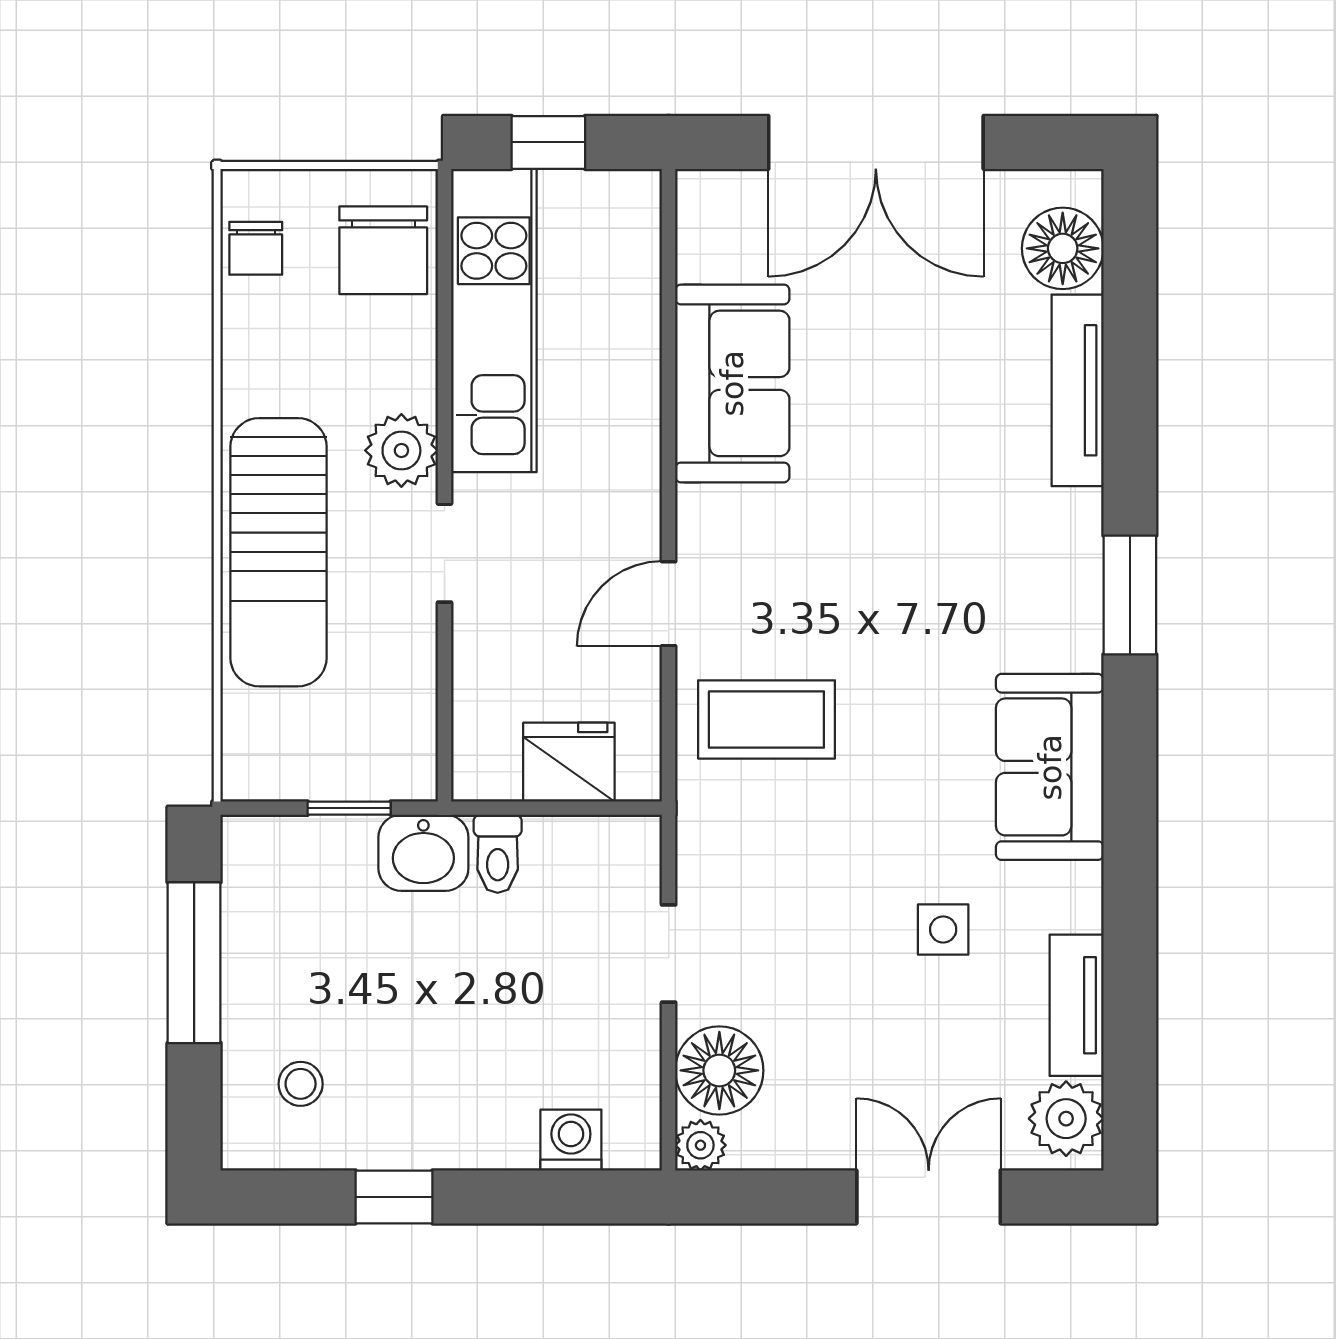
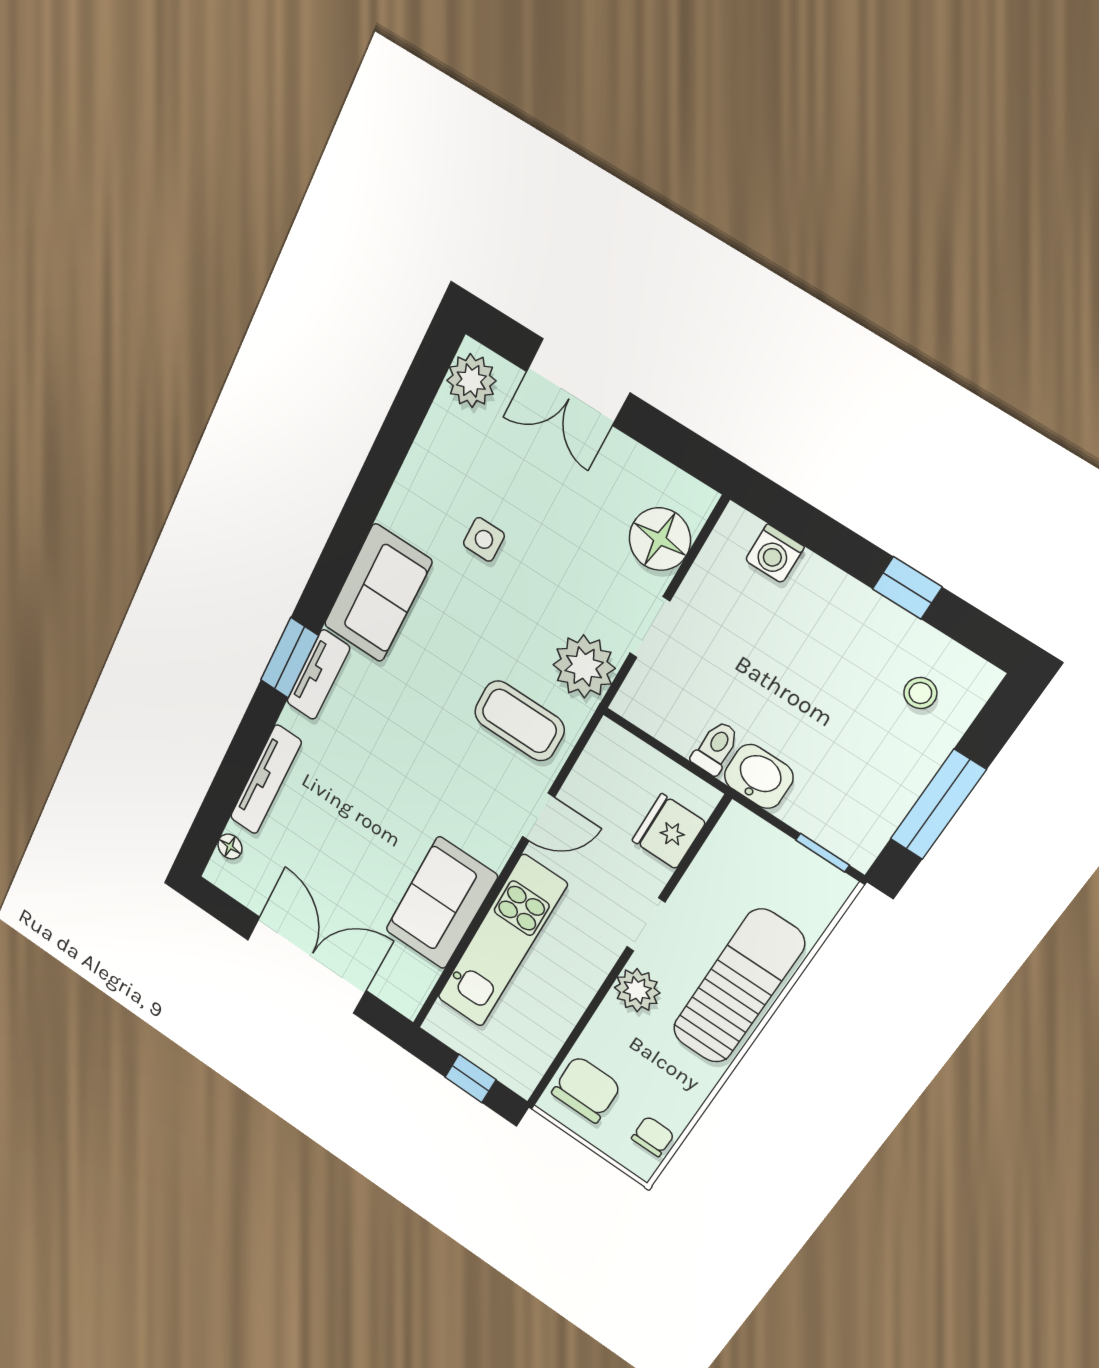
floor lamp: (1063, 248) -> (230, 847), width x0.53, depth x0.53
kitchen unit: (494, 321) -> (502, 942), moved, turned 180
fridge: (569, 762) -> (669, 831), moved, turned 90
window: (349, 808) -> (823, 853), moved
tv unit: (1077, 1005) -> (318, 675), moved
plant: (700, 1145) -> (584, 666), moved, width x1.88, depth x1.88

